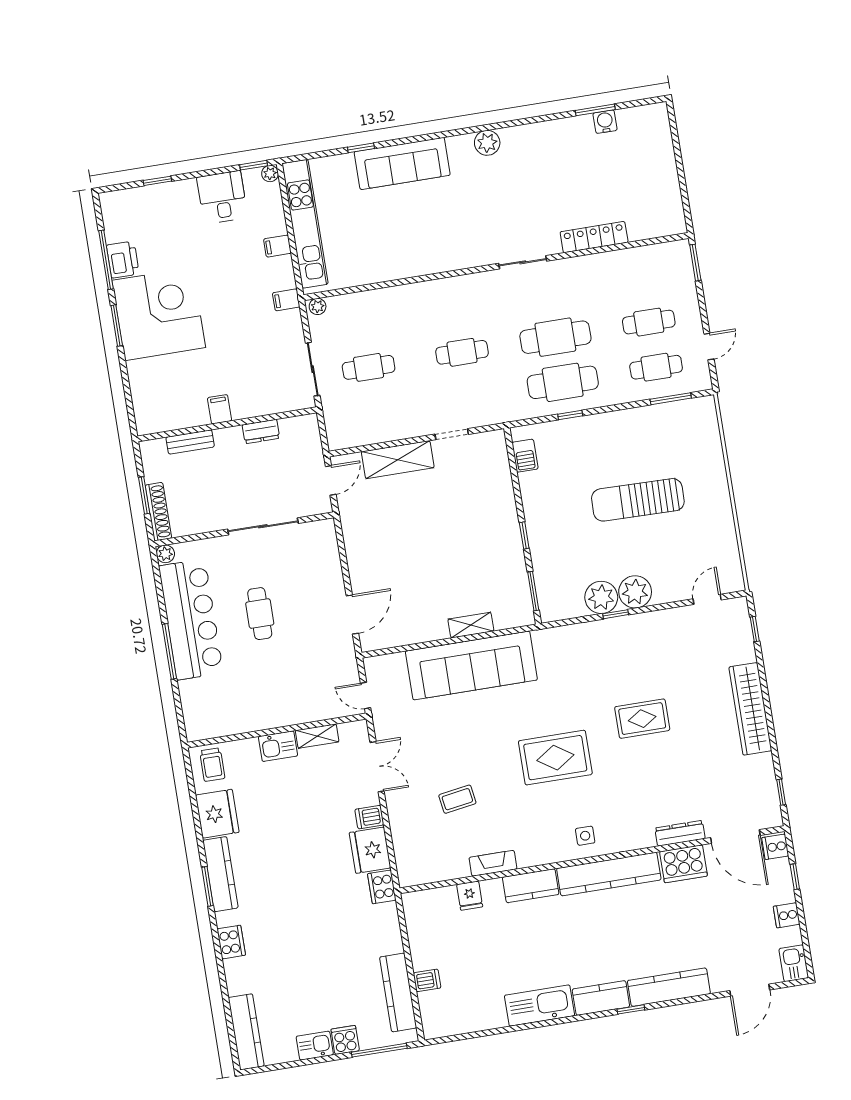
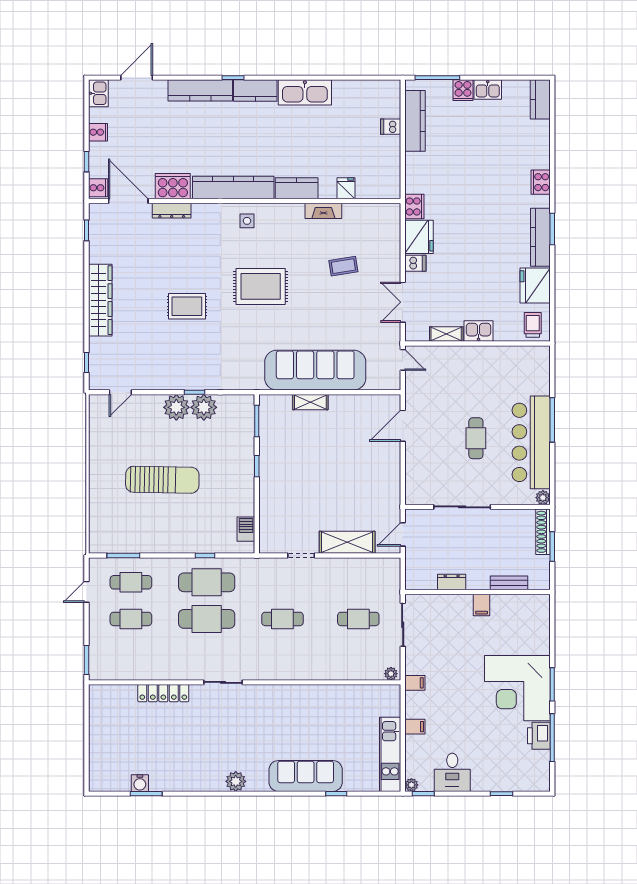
kitchen unit: (305, 224) -> (390, 754), width x0.73
kitchen counter: (246, 1032) -> (540, 99), width x0.67

